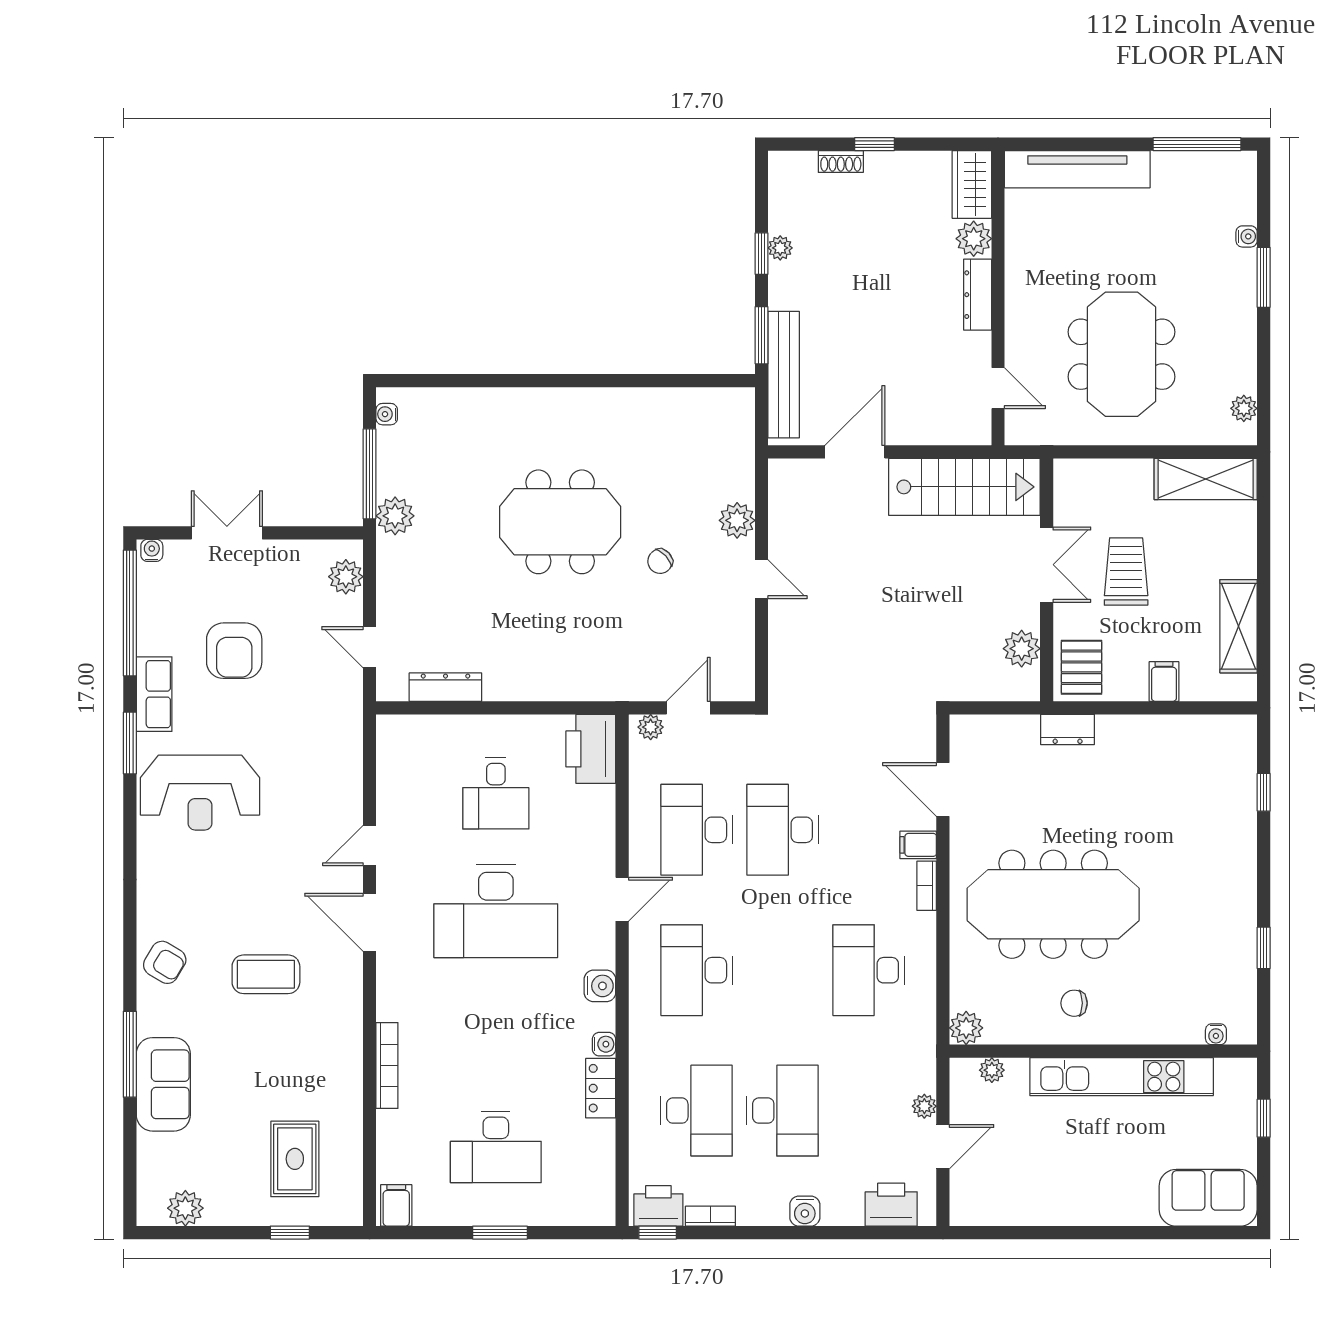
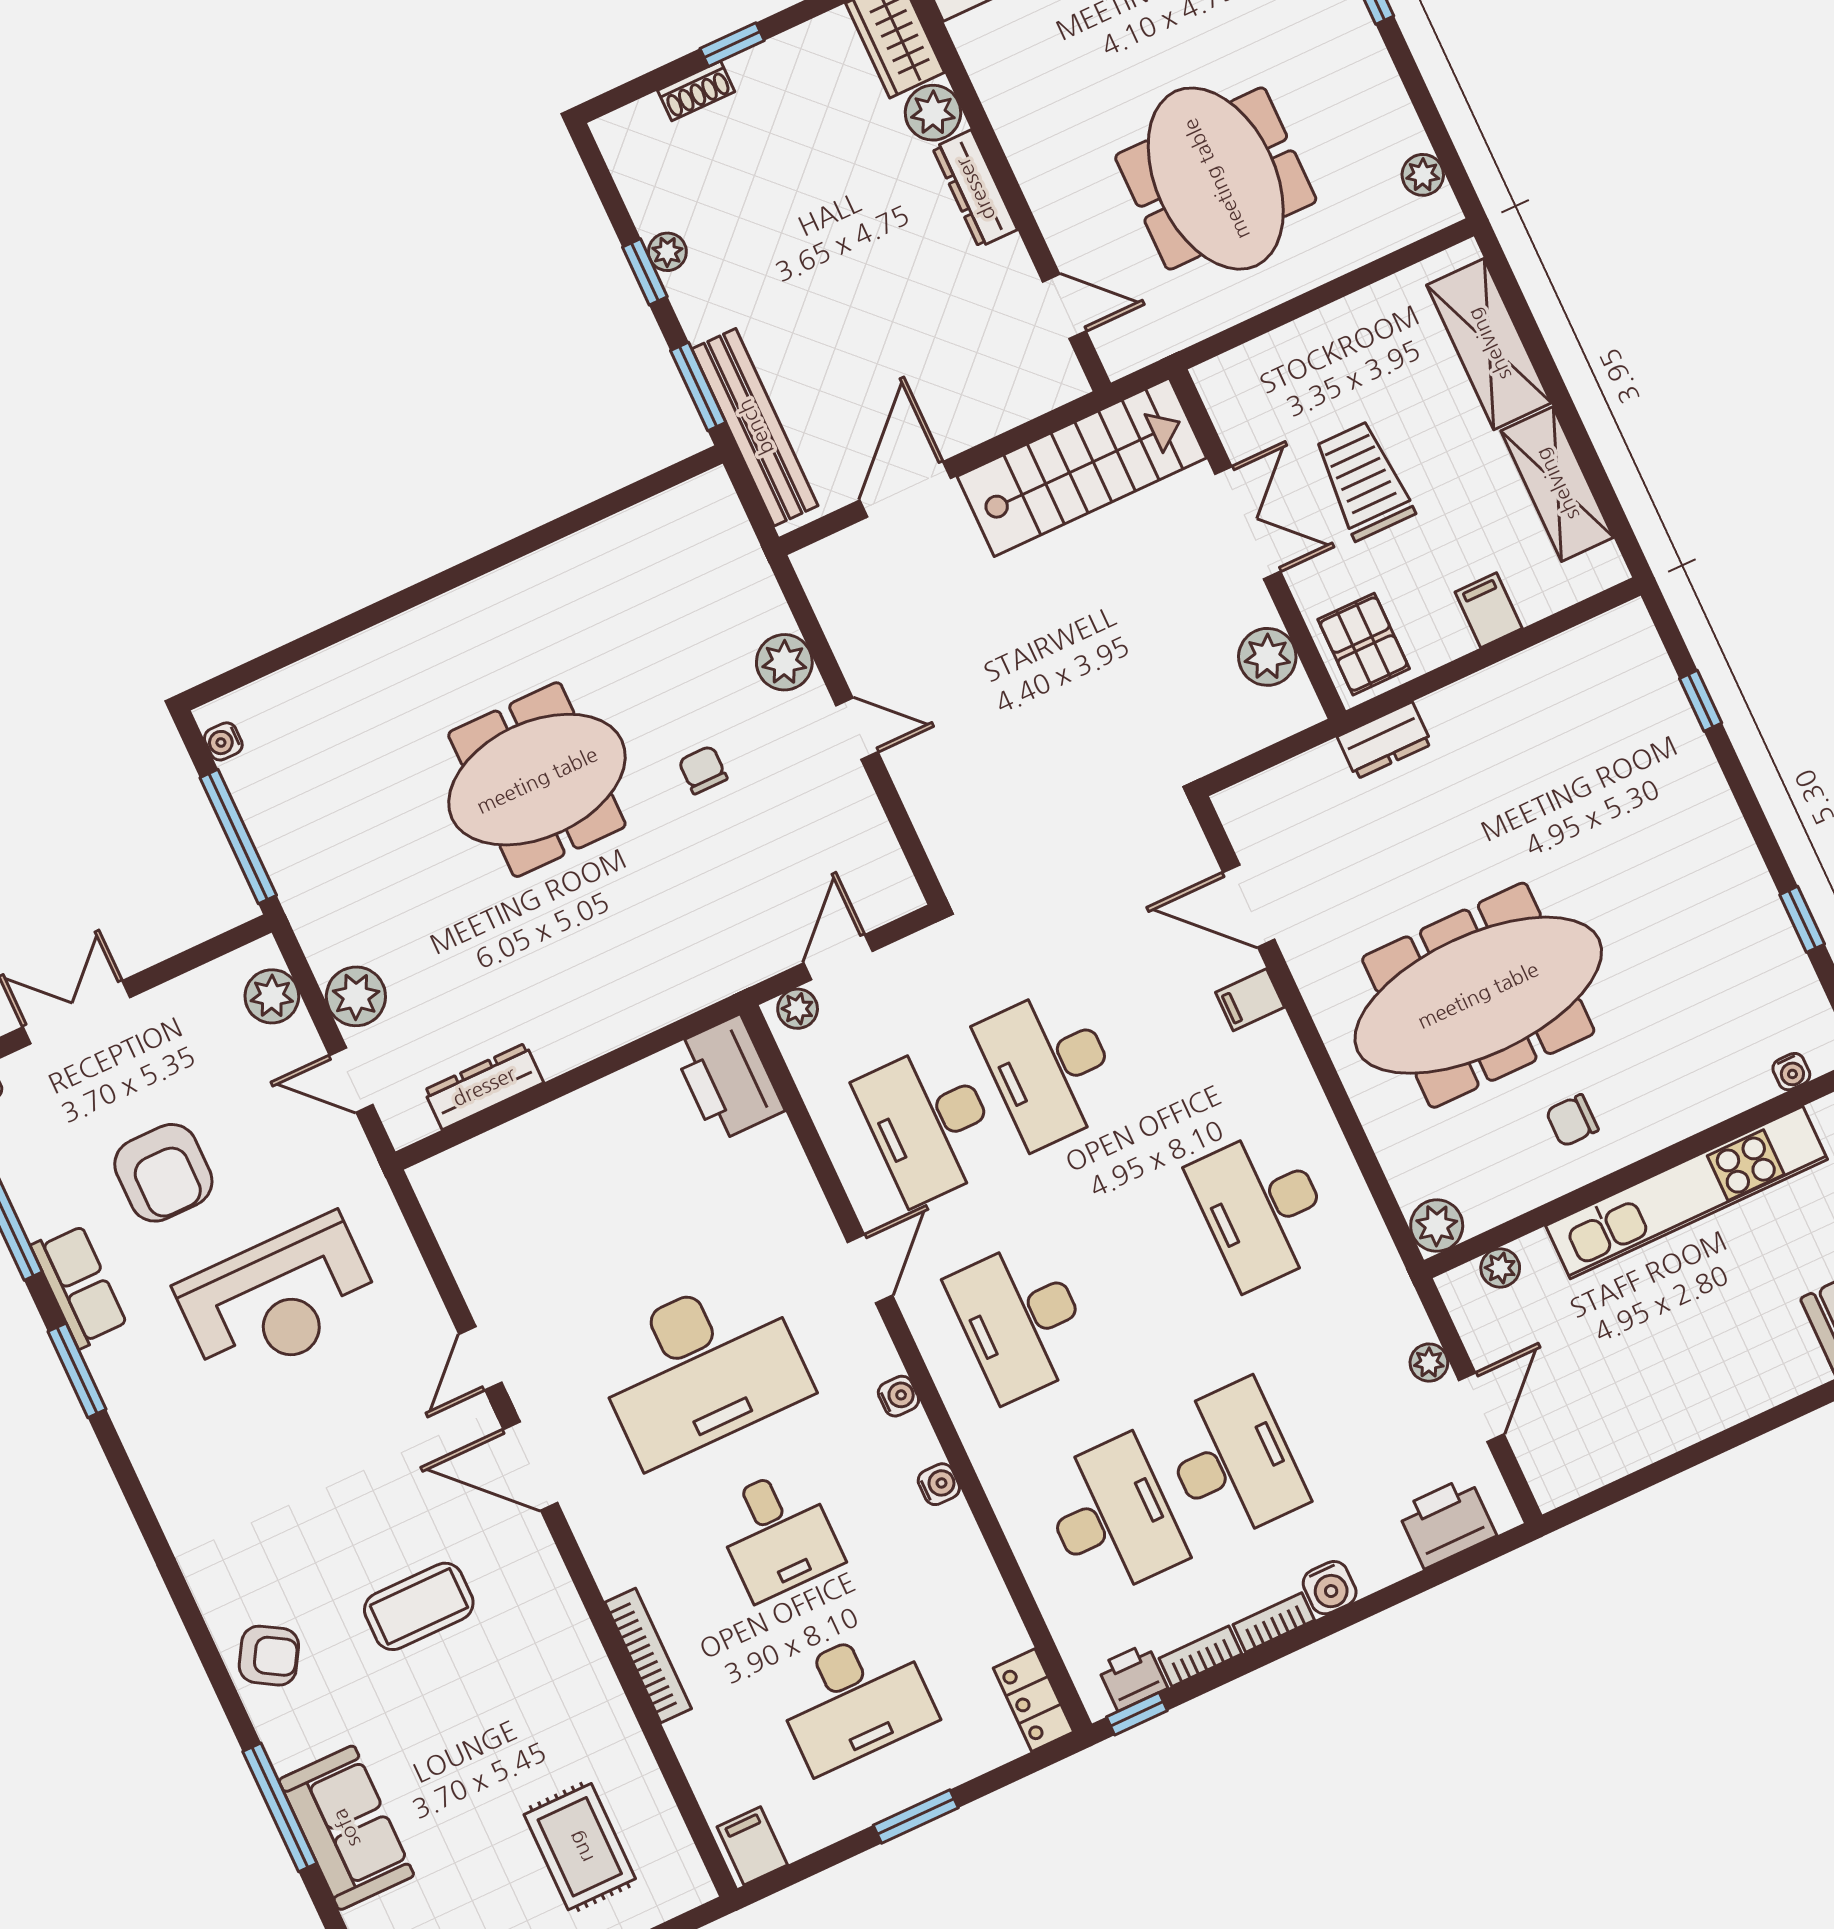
shelving: (1206, 479) -> (1489, 344), moved, turned 90
plant: (395, 516) -> (356, 996), moved
chair: (660, 561) -> (703, 770), turned 133
reception desk: (200, 793) -> (279, 1300), moved
desk: (496, 793) -> (777, 1534), moved
bookcase: (927, 886) -> (1274, 1622), moved, turned 90
water cooler: (600, 986) -> (898, 1396), width x0.72, depth x0.72
locker: (601, 1088) -> (1033, 1700), moved
printer: (658, 1206) -> (1132, 1677), width x0.73, depth x0.81

